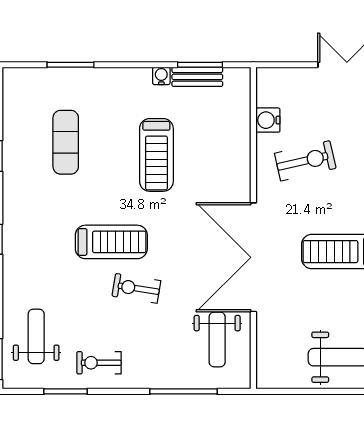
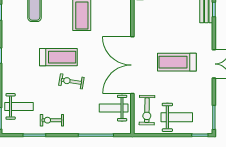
exercise bike: (305, 161) -> (147, 110), moved, turned 104
weight bench: (36, 336) -> (19, 106), turned 90
weight bench: (217, 339) -> (114, 108), turned 90

